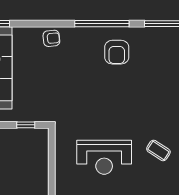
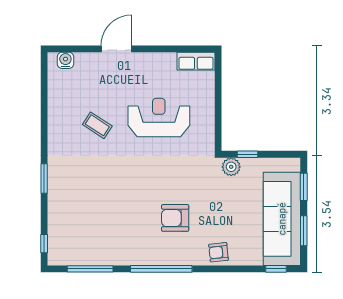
armchair: (117, 52) -> (175, 218), moved, turned -90
plant: (40, 114) -> (231, 167), added

